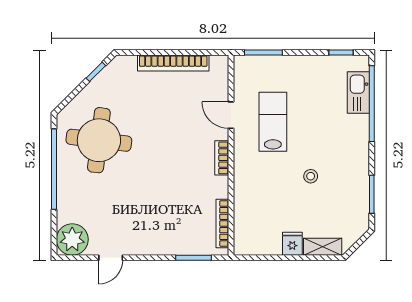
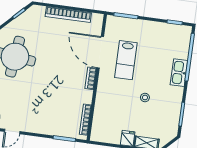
kitchen sink: (358, 92) -> (179, 73), moved
door: (231, 115) -> (100, 52), width x1.88
lab bench: (273, 122) -> (126, 60), turned 180

